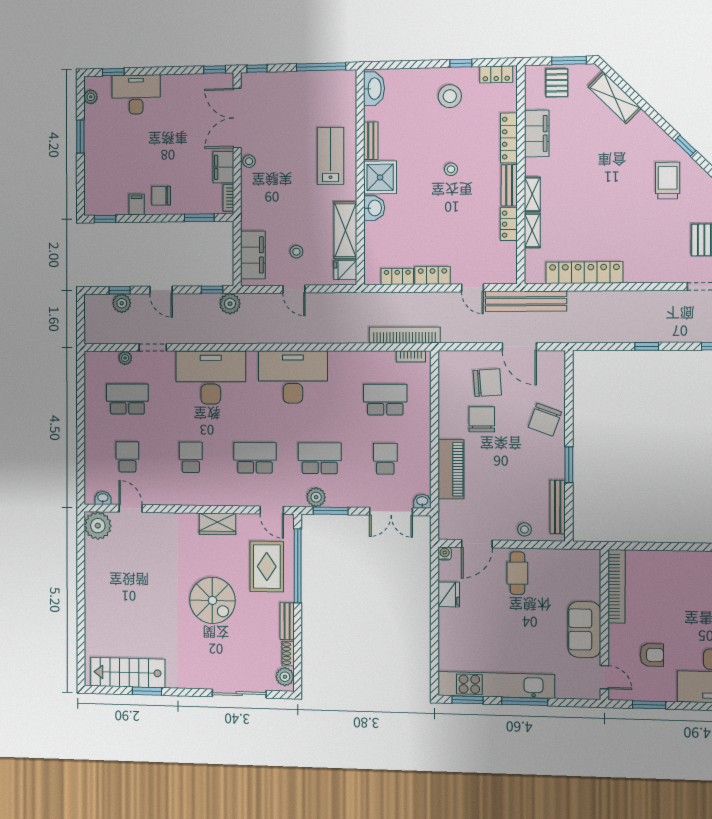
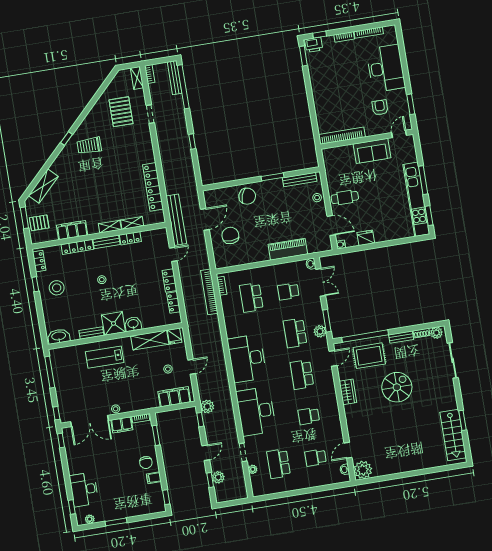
chair: (482, 419) -> (254, 235), removed

